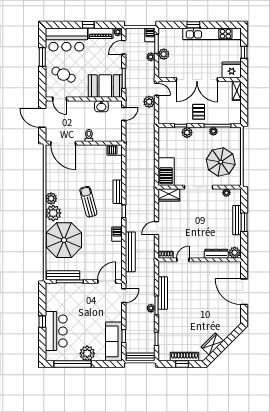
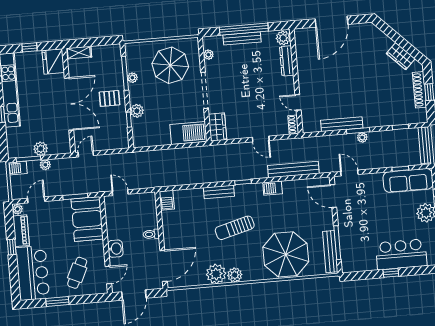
door: (124, 47) -> (36, 200), swing flipped
plant: (149, 102) -> (102, 162), removed
washbasin: (101, 106) -> (115, 249), moved
plant: (53, 213) -> (216, 274), moved
window: (244, 222) -> (244, 29), width x2.11

